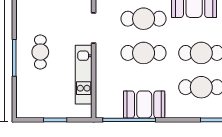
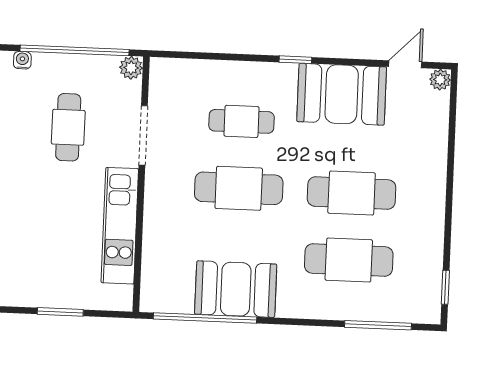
cafe table: (144, 19) -> (241, 121), width x0.73, depth x0.74
cafe table: (40, 52) -> (68, 127), moved

